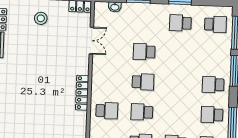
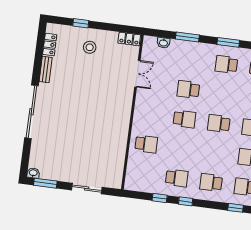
locker: (82, 93) -> (124, 124), removed
school desk: (142, 112) -> (219, 123), moved

